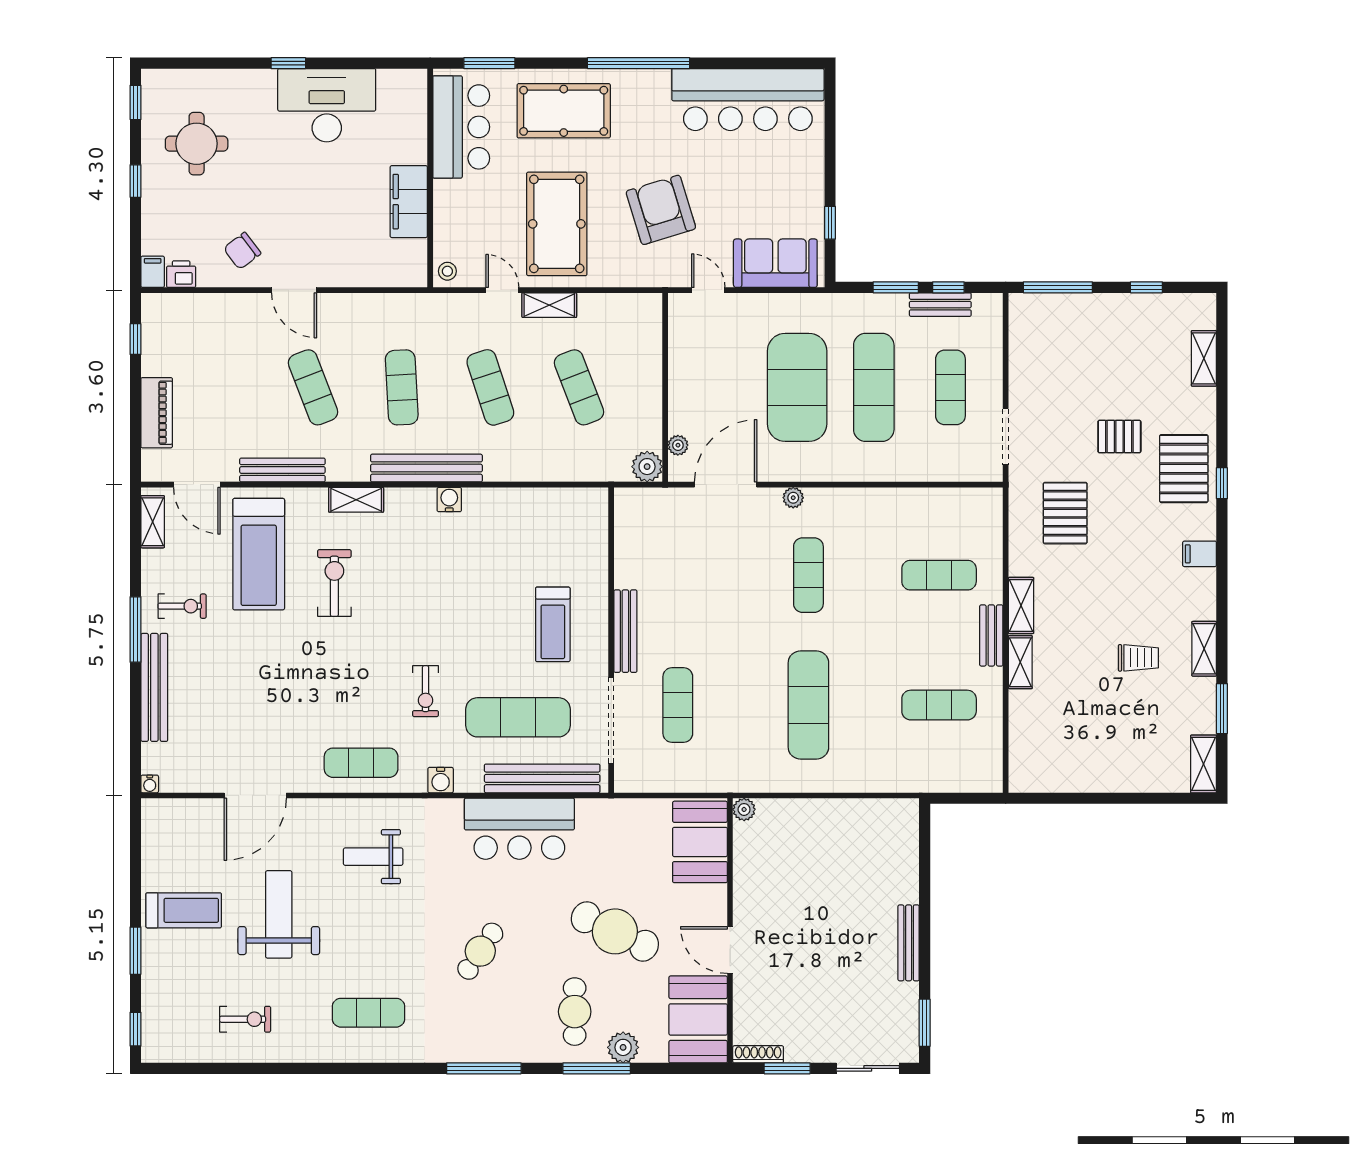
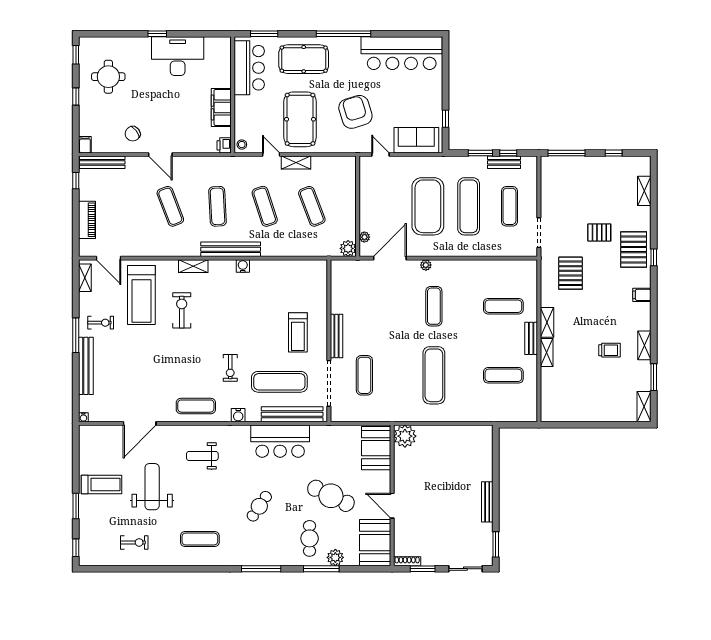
printer: (181, 274) -> (224, 145), moved, turned -90
bench: (282, 470) -> (102, 162), moved
plant: (744, 809) -> (405, 436), width x1.88, depth x1.88

